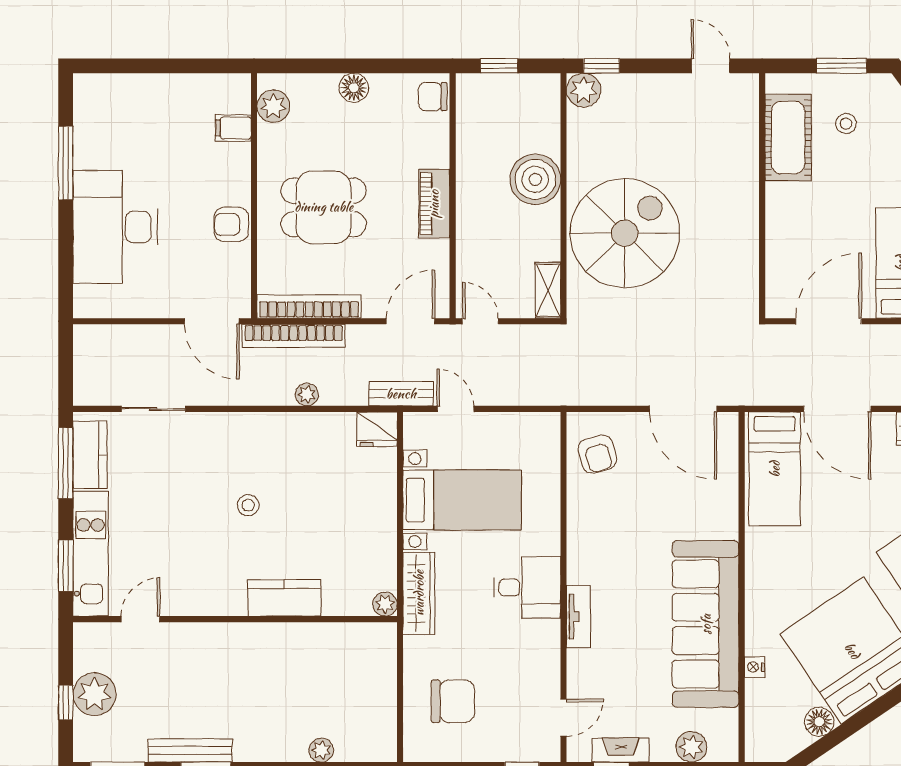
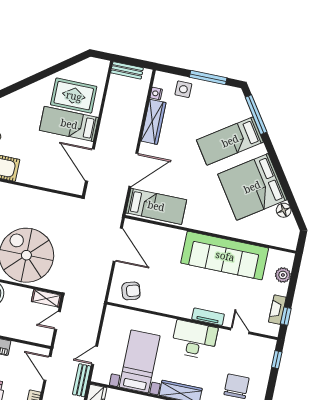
door: (480, 321) -> (57, 321), moved
door: (683, 409) -> (118, 245), hinge flipped
desk: (527, 588) -> (194, 340), width x1.37
nightstand: (755, 667) -> (250, 236), removed
door: (564, 718) -> (240, 331), moved

